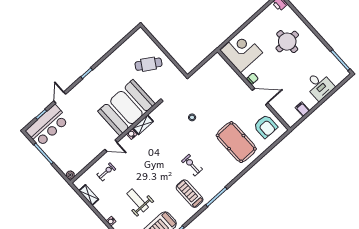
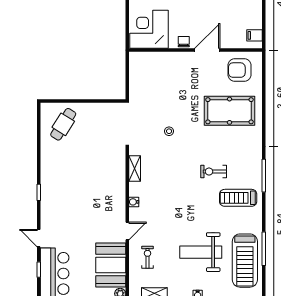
cafe table: (148, 64) -> (63, 124), moved
booth: (126, 108) -> (111, 265), moved, width x0.73, depth x0.70
filing cabinet: (302, 109) -> (255, 35), moved
shelving: (143, 125) -> (135, 168), moved
armchair: (266, 126) -> (240, 70), turned 180
weight bench: (138, 200) -> (201, 252), width x1.36, depth x1.33

